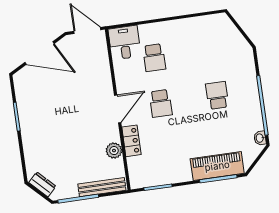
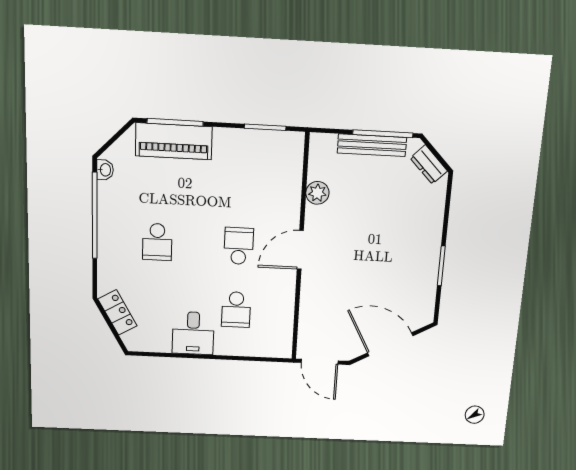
desk: (125, 43) -> (193, 333), moved
school desk: (154, 58) -> (236, 310), turned 180
locker: (131, 141) -> (118, 312), moved, turned 150
bench: (102, 187) -> (372, 145), moved

